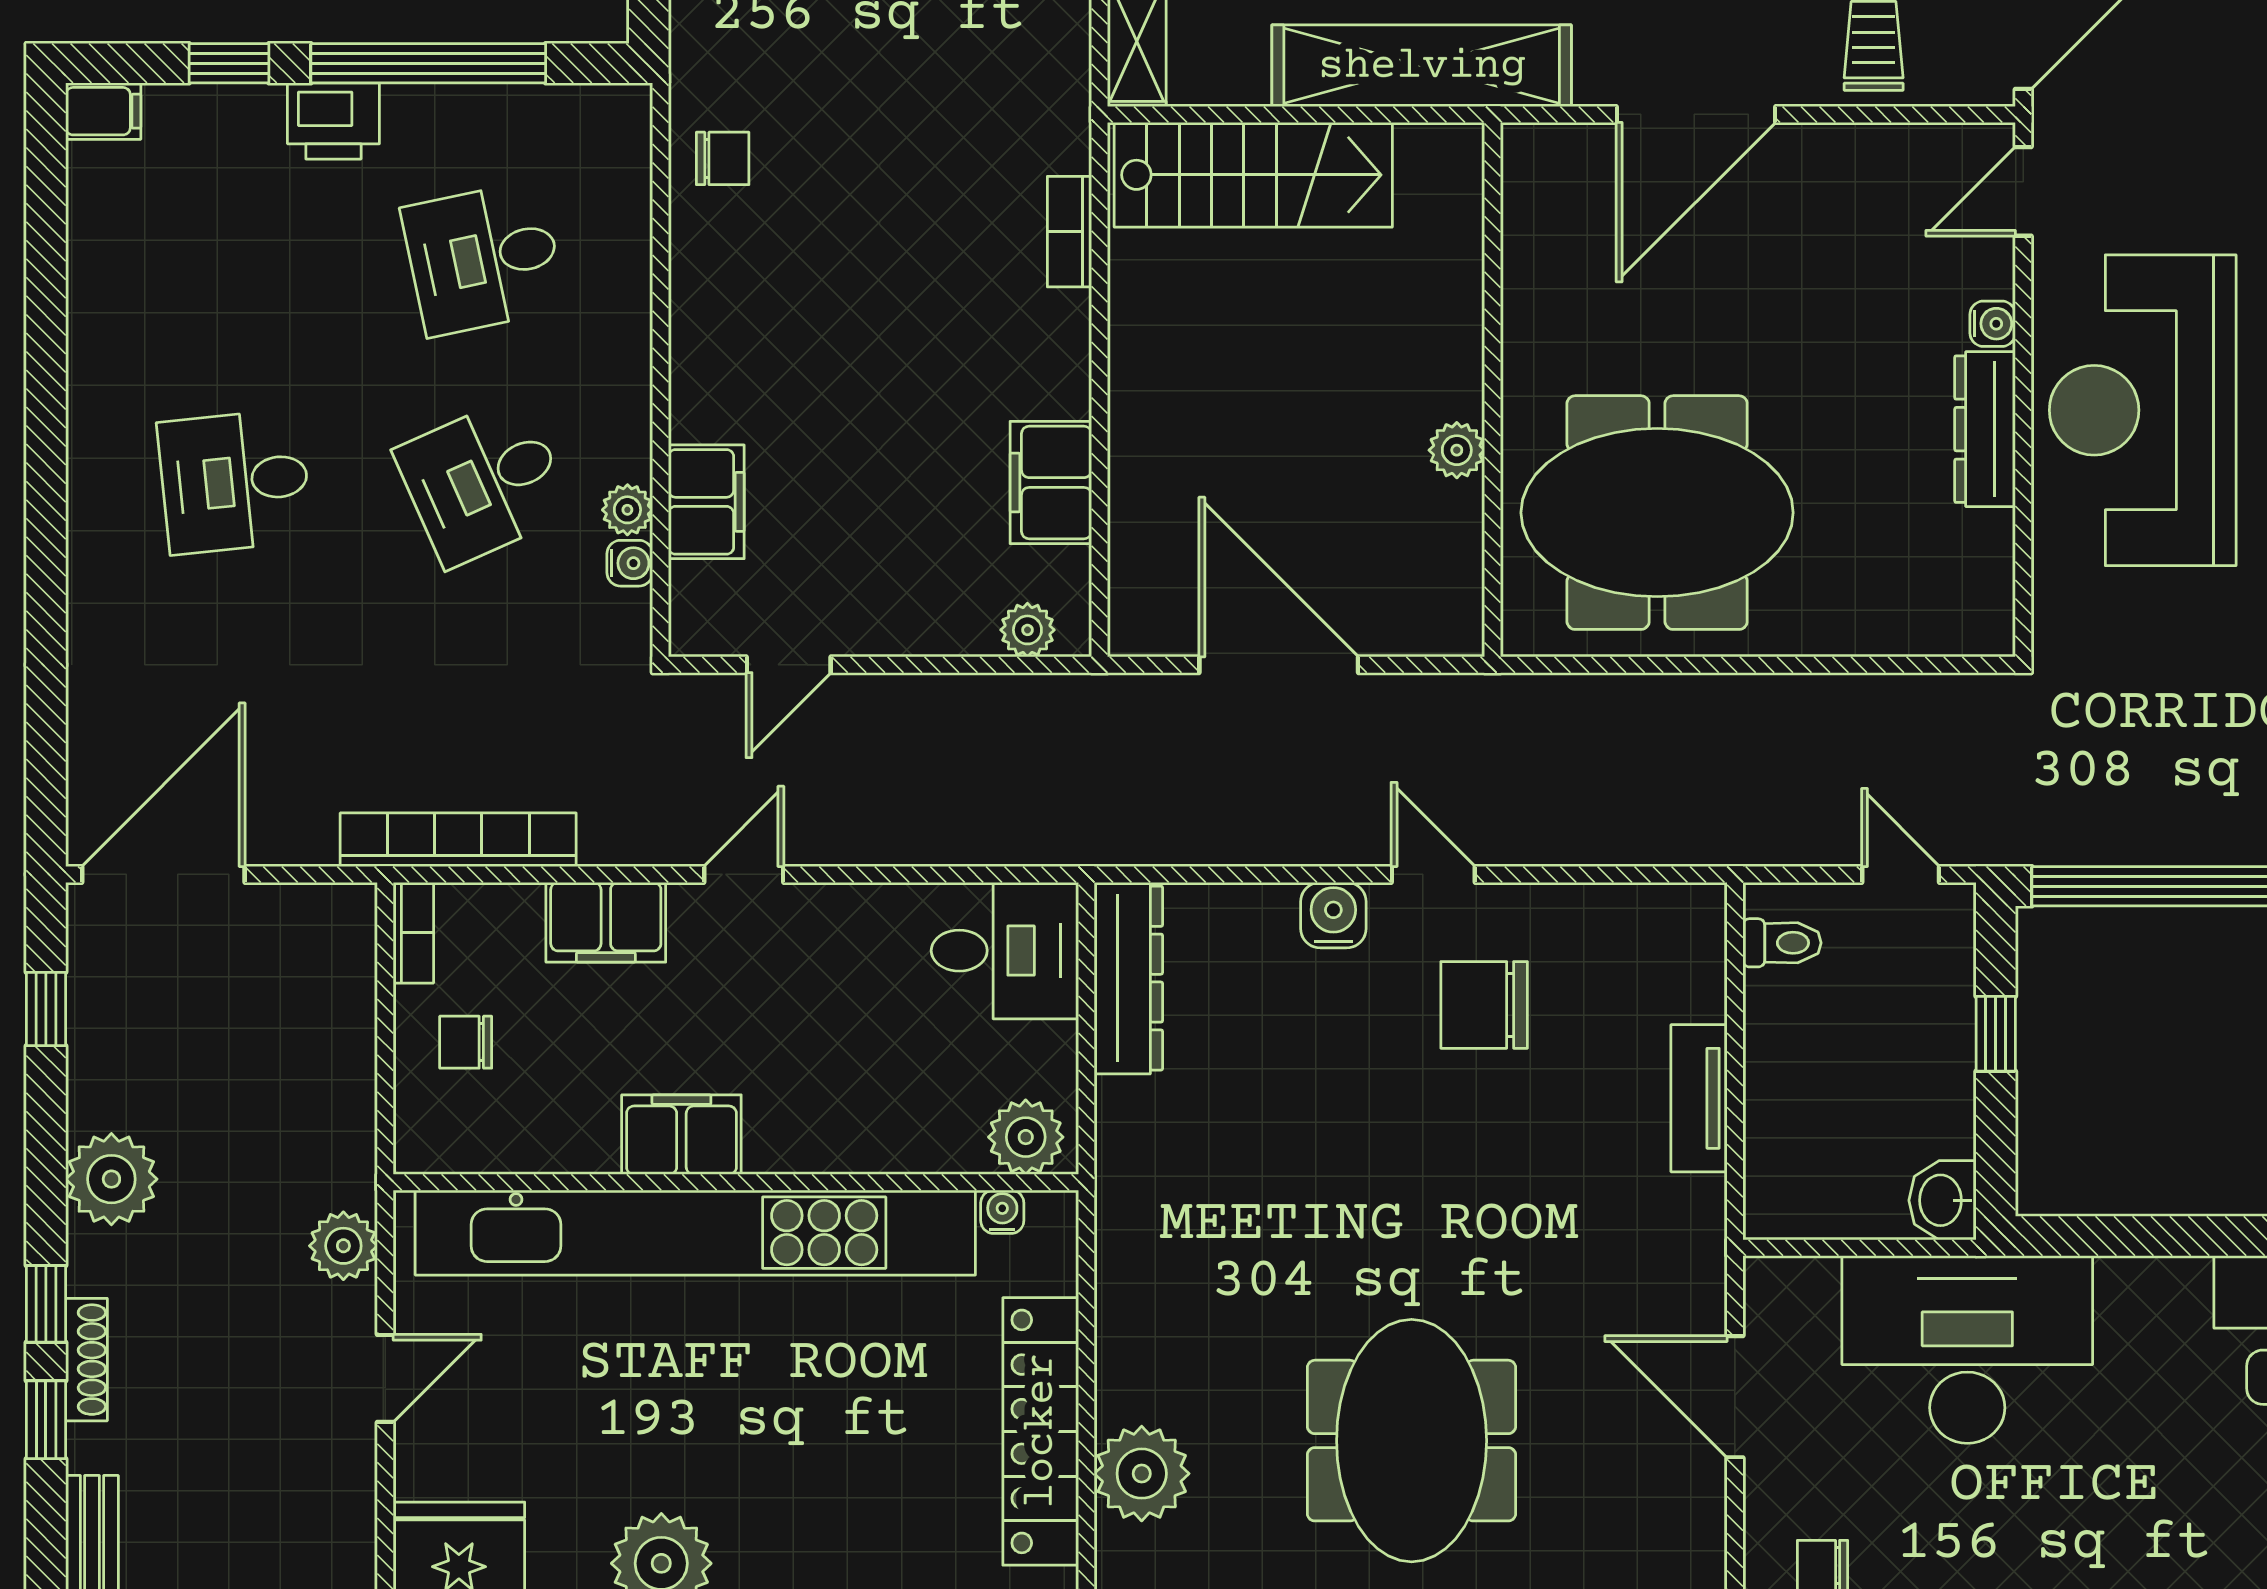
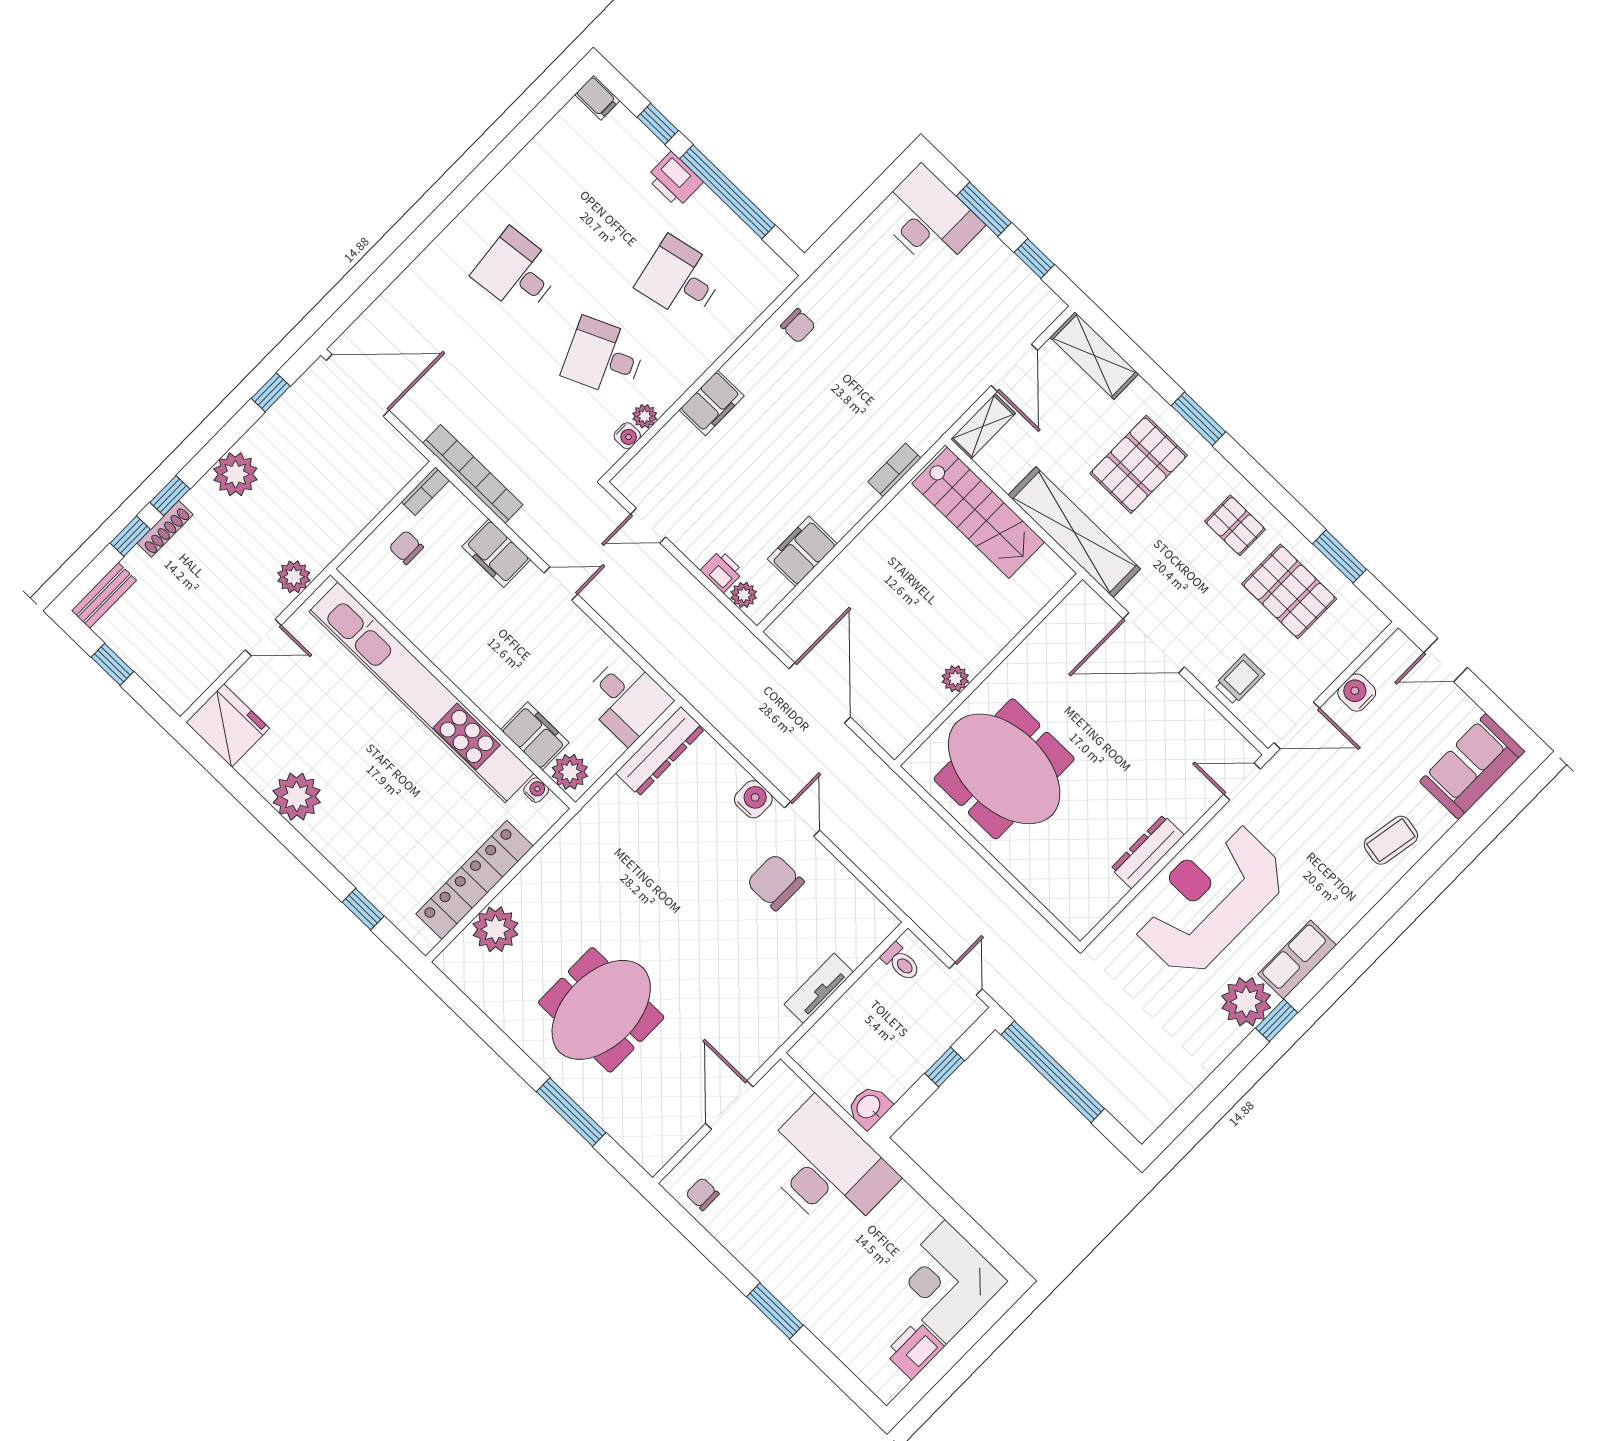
water cooler: (1993, 324) -> (1186, 817), removed
filing cabinet: (706, 502) -> (712, 403), moved
printer: (962, 626) -> (722, 571), added
filing cabinet: (681, 1135) -> (535, 736), moved

